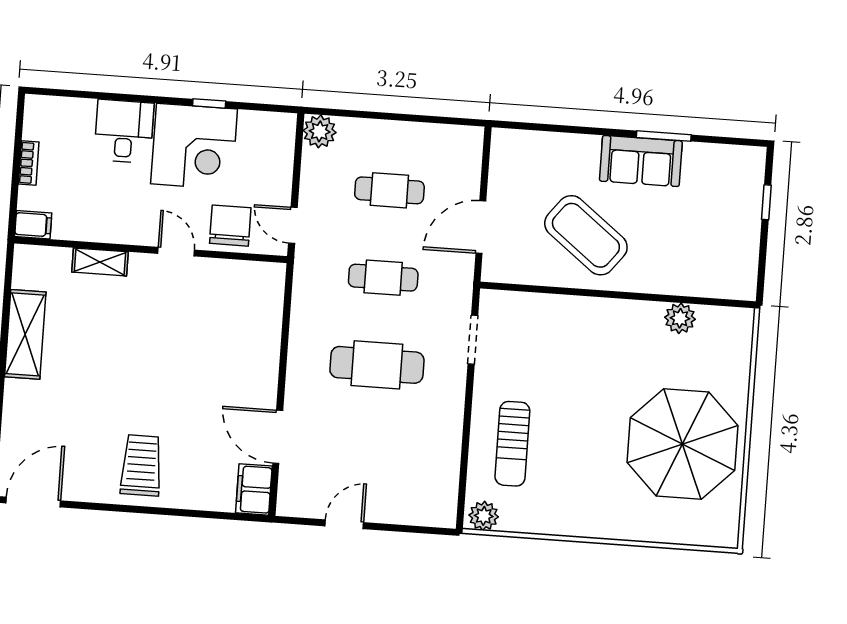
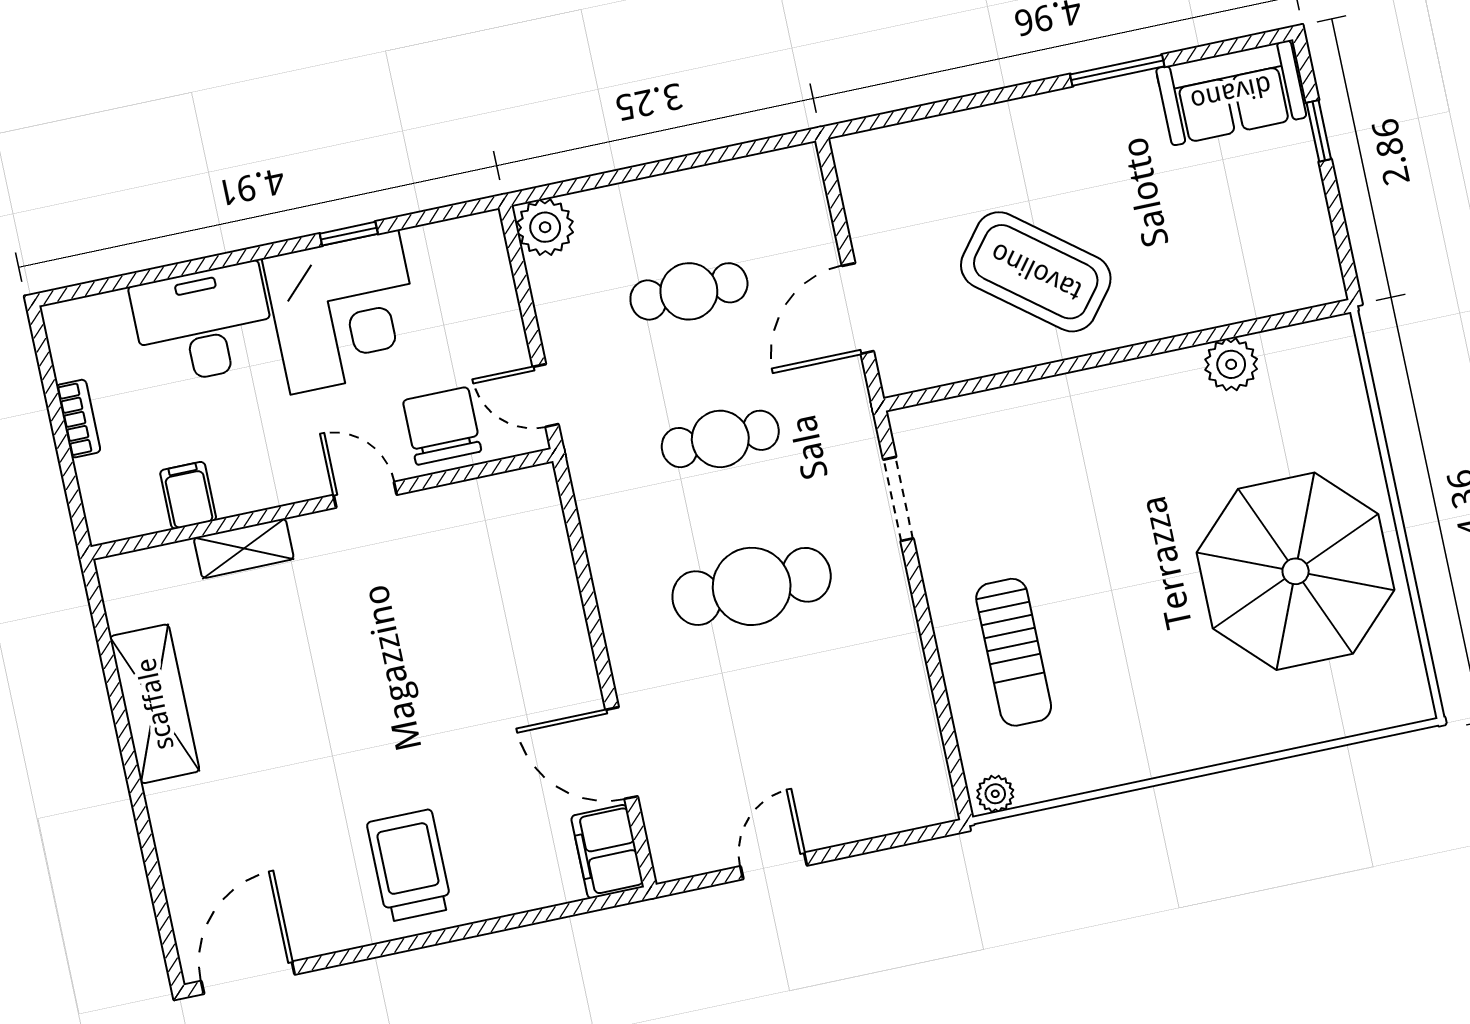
desk: (124, 131) -> (203, 324), width x1.37
sofa: (641, 161) -> (1231, 93), moved
filing cabinet: (33, 225) -> (188, 495), moved, turned -90
plant: (484, 516) -> (995, 794), width x0.73, depth x0.73

